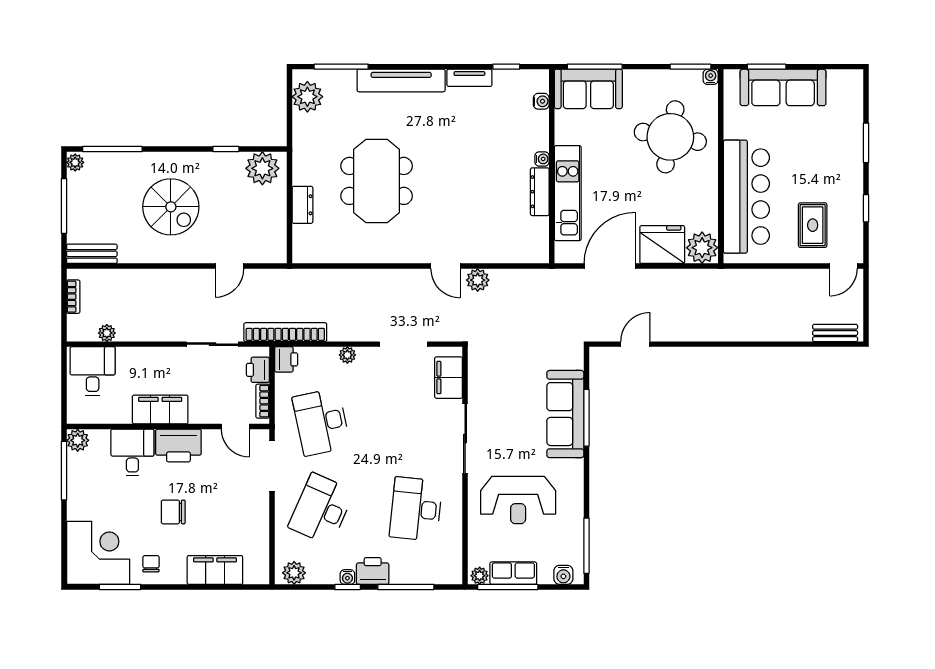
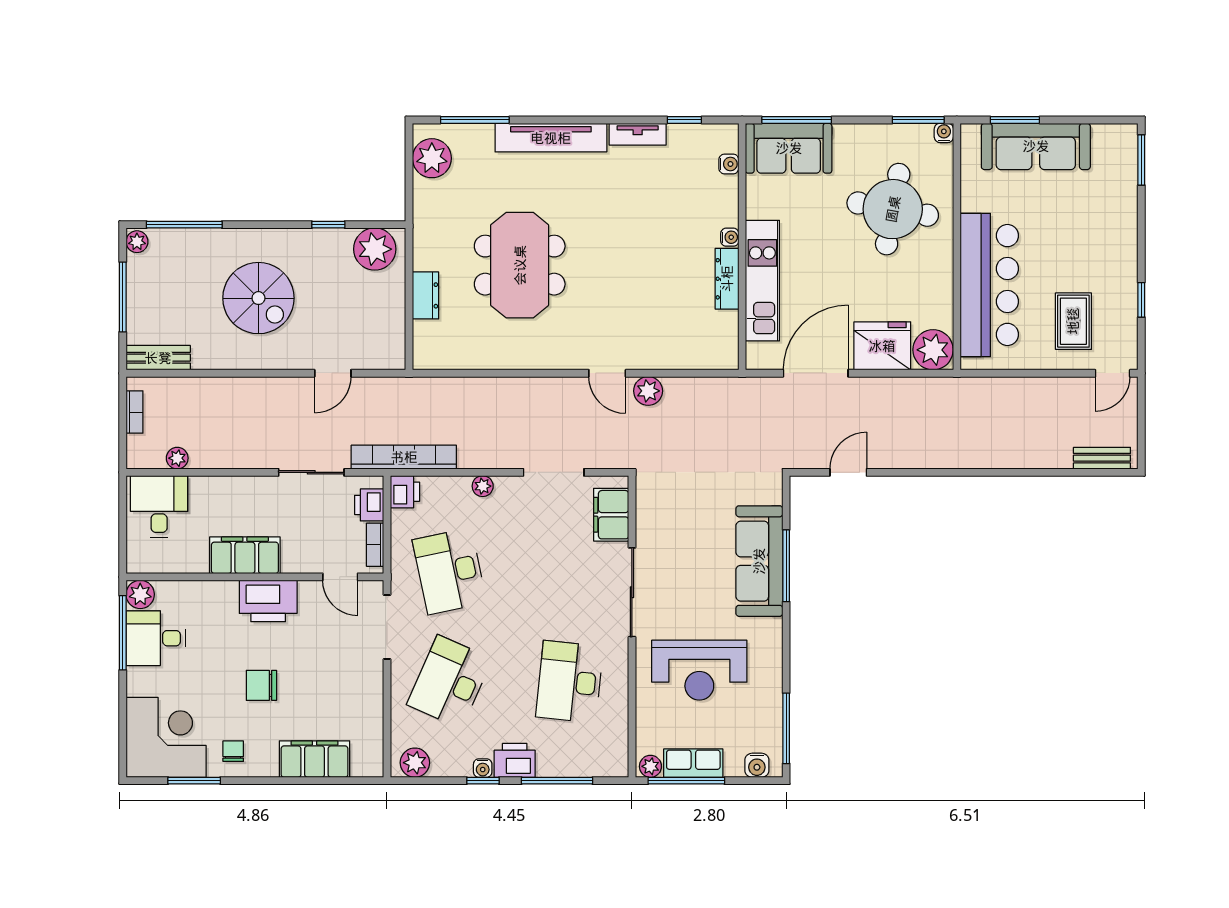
window: (866, 143) -> (1141, 160), moved
desk: (132, 452) -> (156, 638), moved, turned -90

